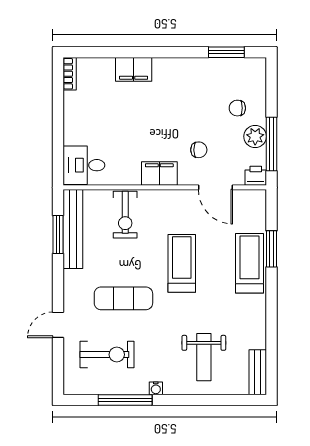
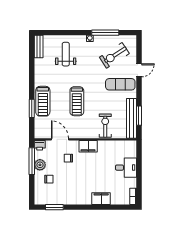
desk: (84, 165) -> (126, 168), moved
exercise mat: (123, 298) -> (120, 84), moved
exercise bike: (107, 355) -> (114, 55), turned -33

